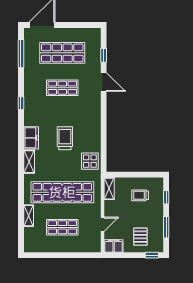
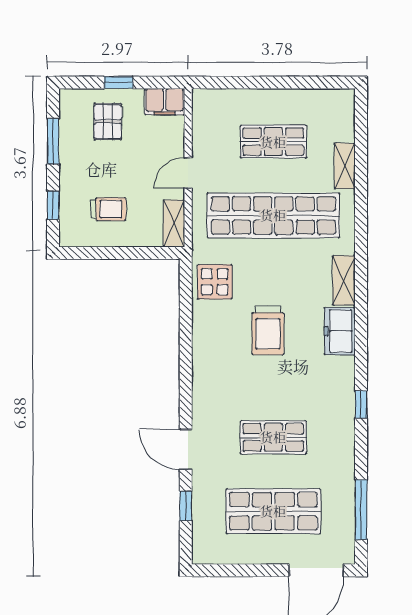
door: (102, 224) -> (188, 173), moved
window: (152, 255) -> (119, 82), moved

